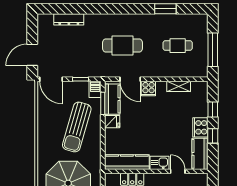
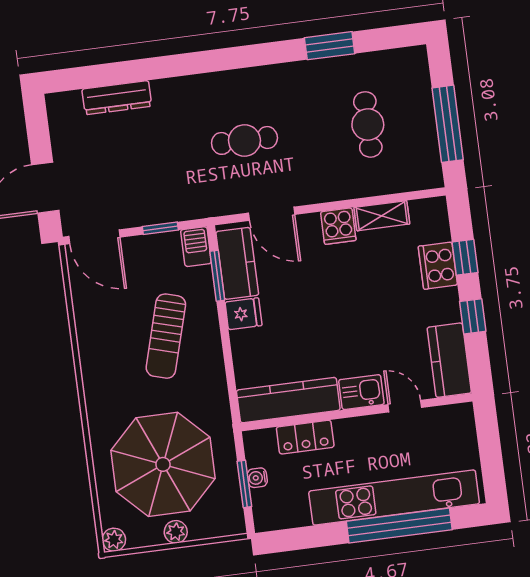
cafe table: (122, 46) -> (244, 140), width x0.73, depth x0.74
cafe table: (178, 46) -> (368, 124), turned 90
cooker: (148, 88) -> (338, 226), moved
sun lounger: (77, 127) -> (166, 336), width x0.73, depth x0.75
cooker: (200, 127) -> (438, 266), moved

